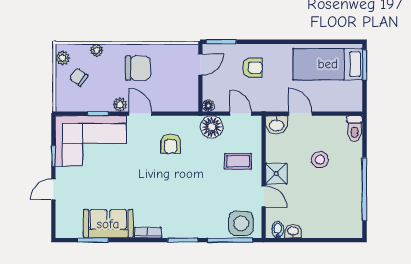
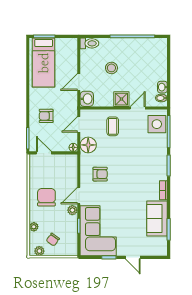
armchair: (252, 68) -> (46, 116), turned -90

